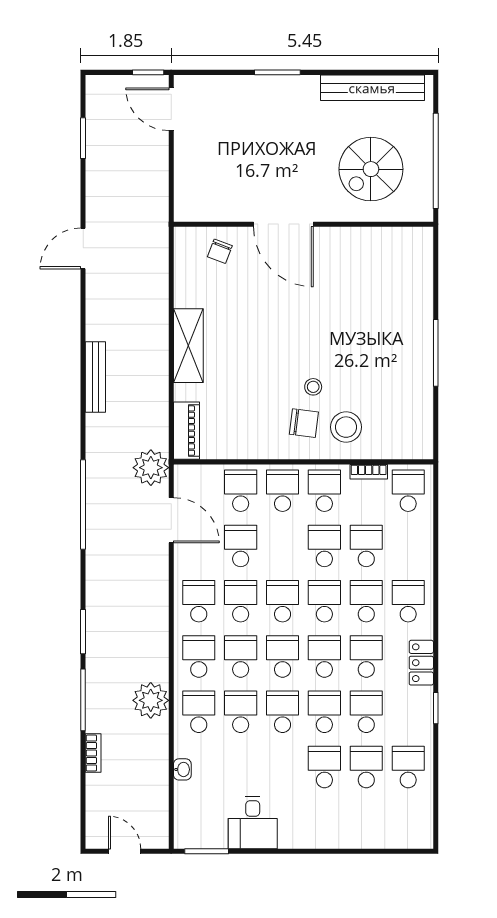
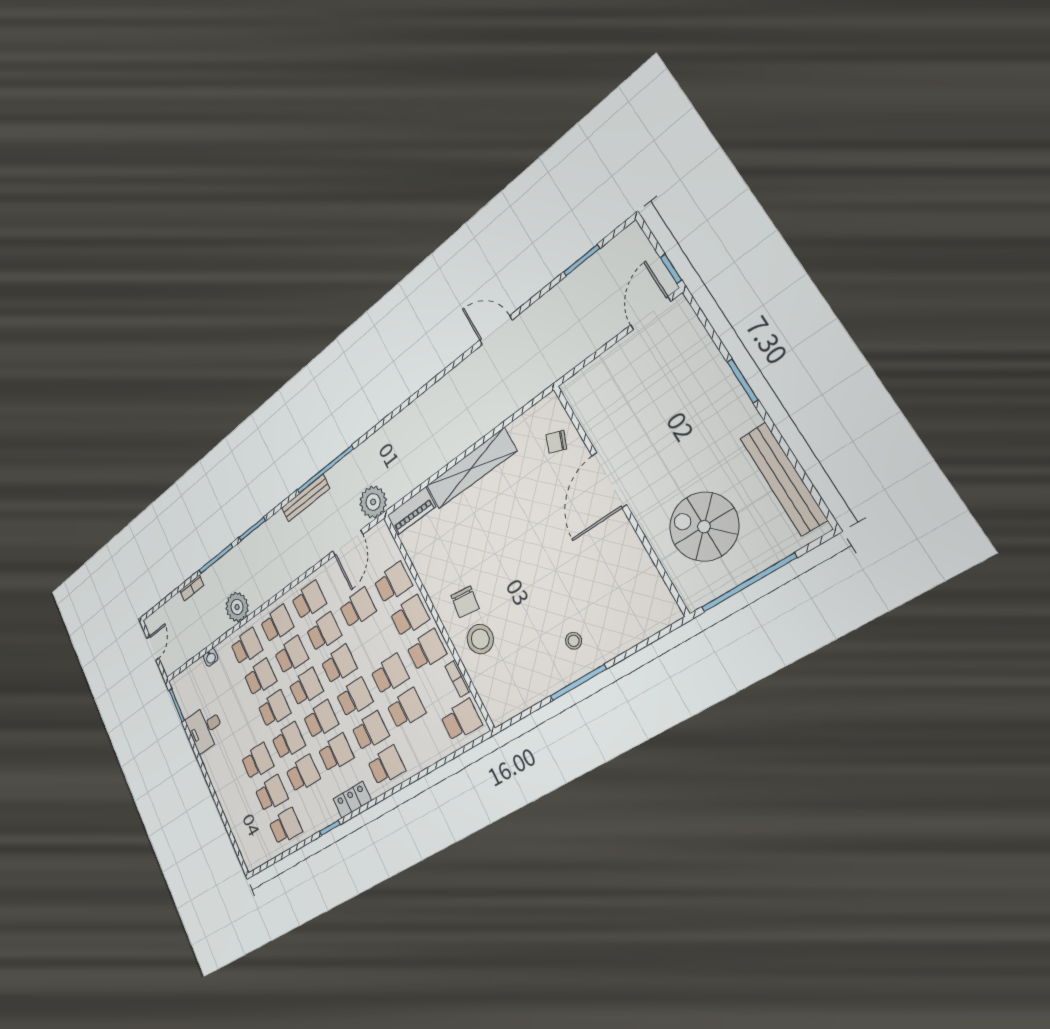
shelving: (188, 346) -> (471, 469), width x1.47
bench: (95, 377) -> (306, 498), moved
stool: (313, 387) -> (574, 641), moved

